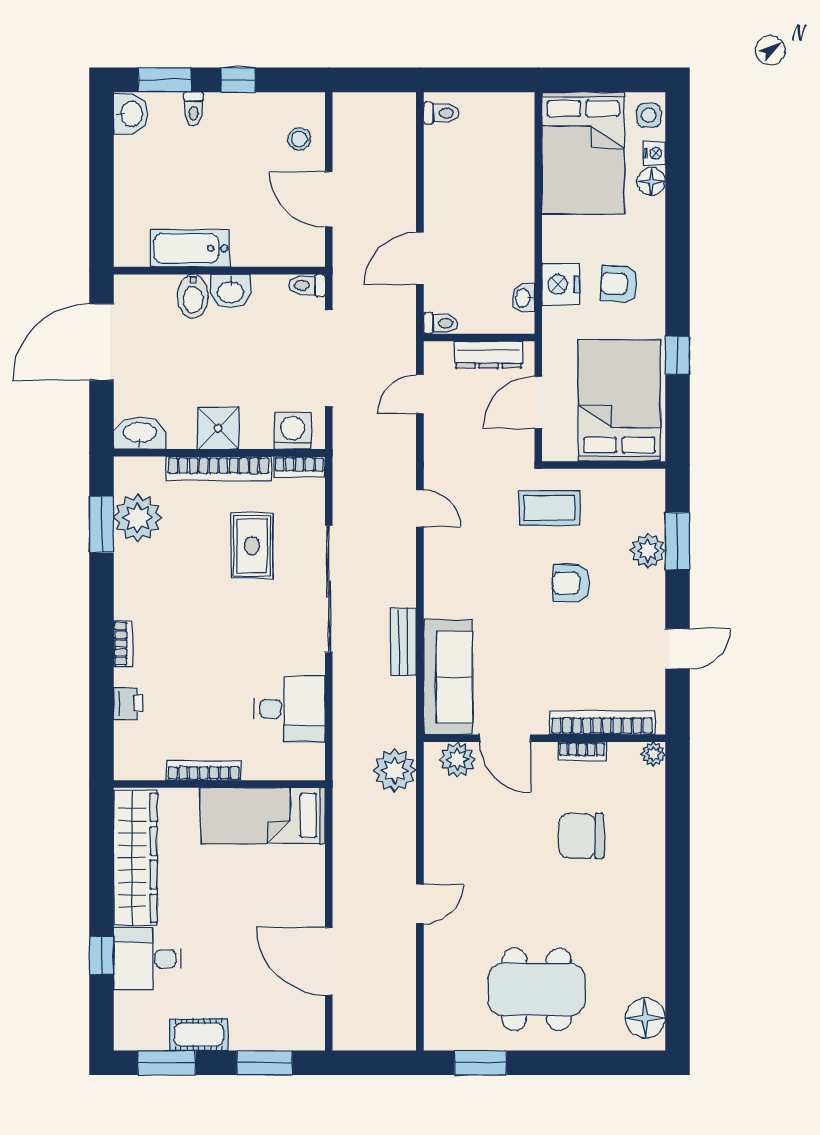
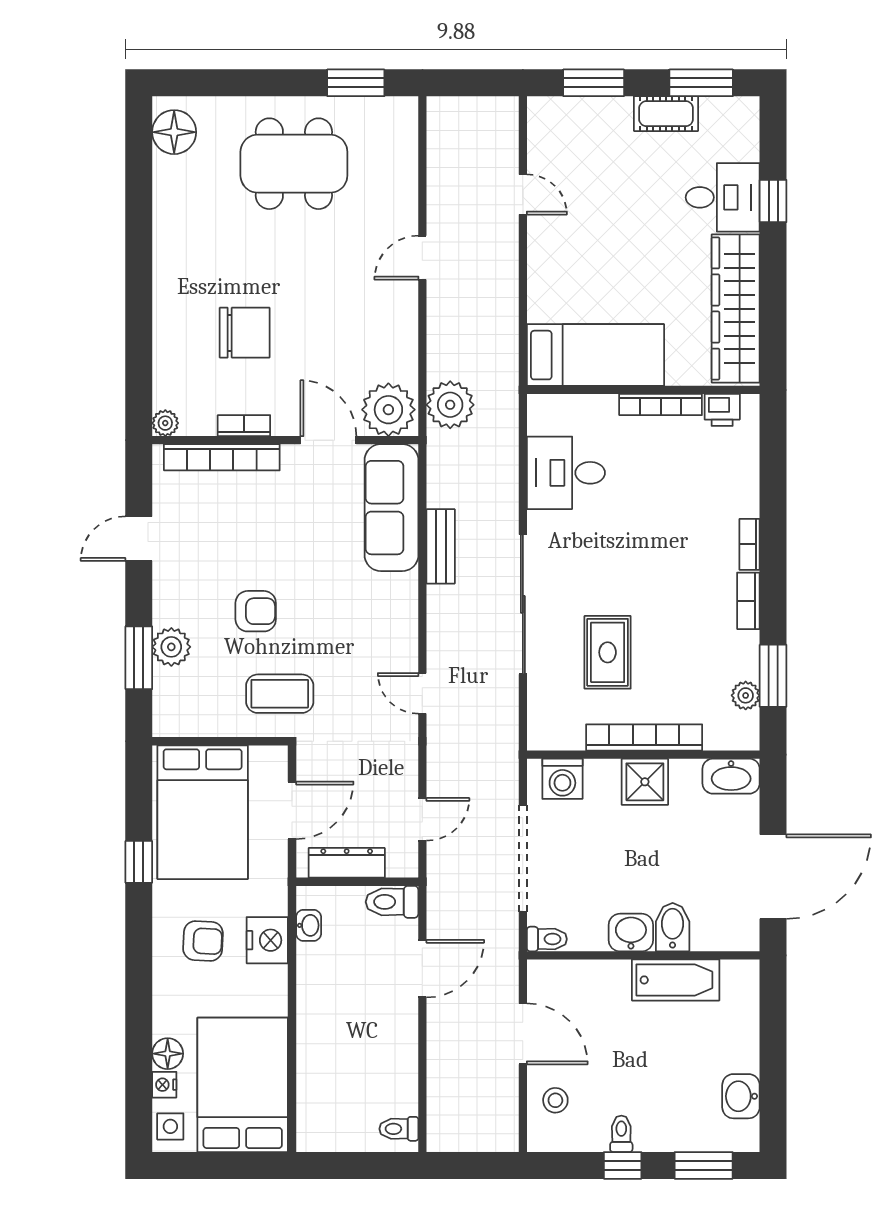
toilet: (194, 109) -> (621, 1134), moved
washbasin: (131, 114) -> (741, 1096), moved
toilet: (441, 323) -> (392, 902), width x1.37, depth x1.39
bookcase: (299, 467) -> (748, 601), moved, turned -90
plant: (138, 518) -> (746, 695), width x0.53, depth x0.53
printer: (128, 704) -> (722, 410), moved, turned -90
plant: (457, 760) -> (388, 410), width x1.36, depth x1.36
door: (329, 961) -> (523, 195), width x0.53

